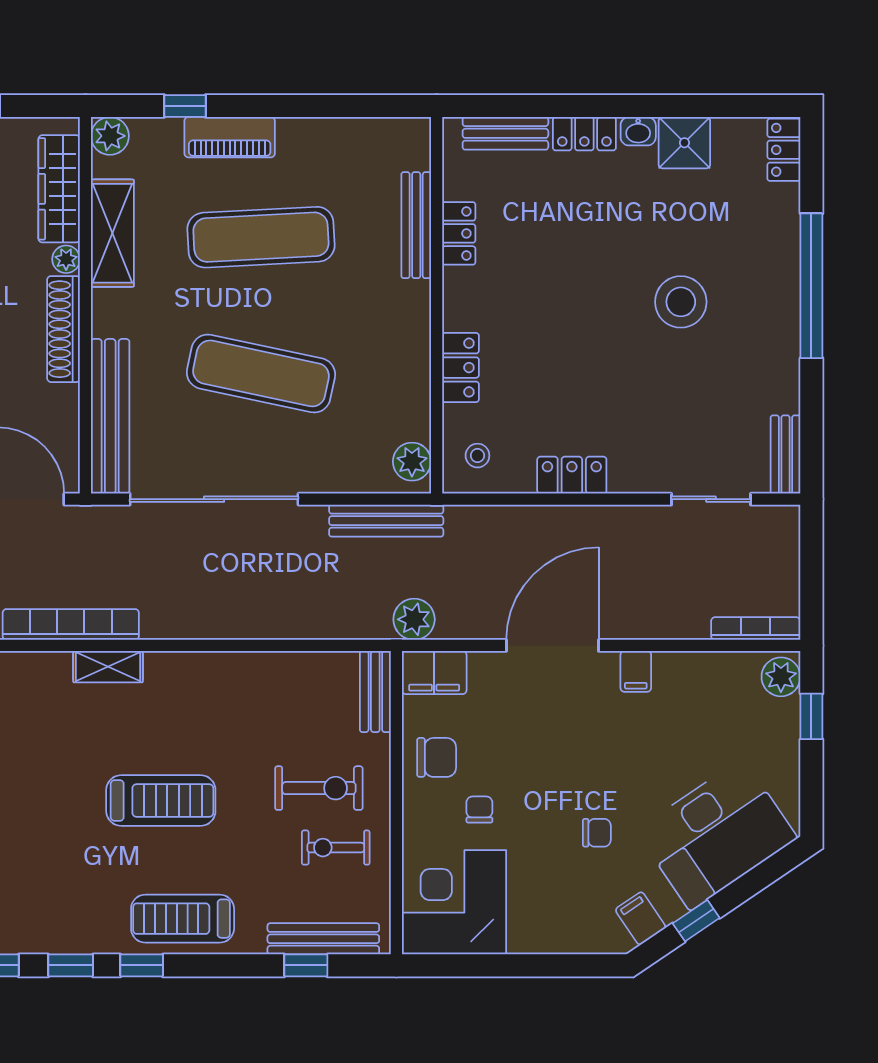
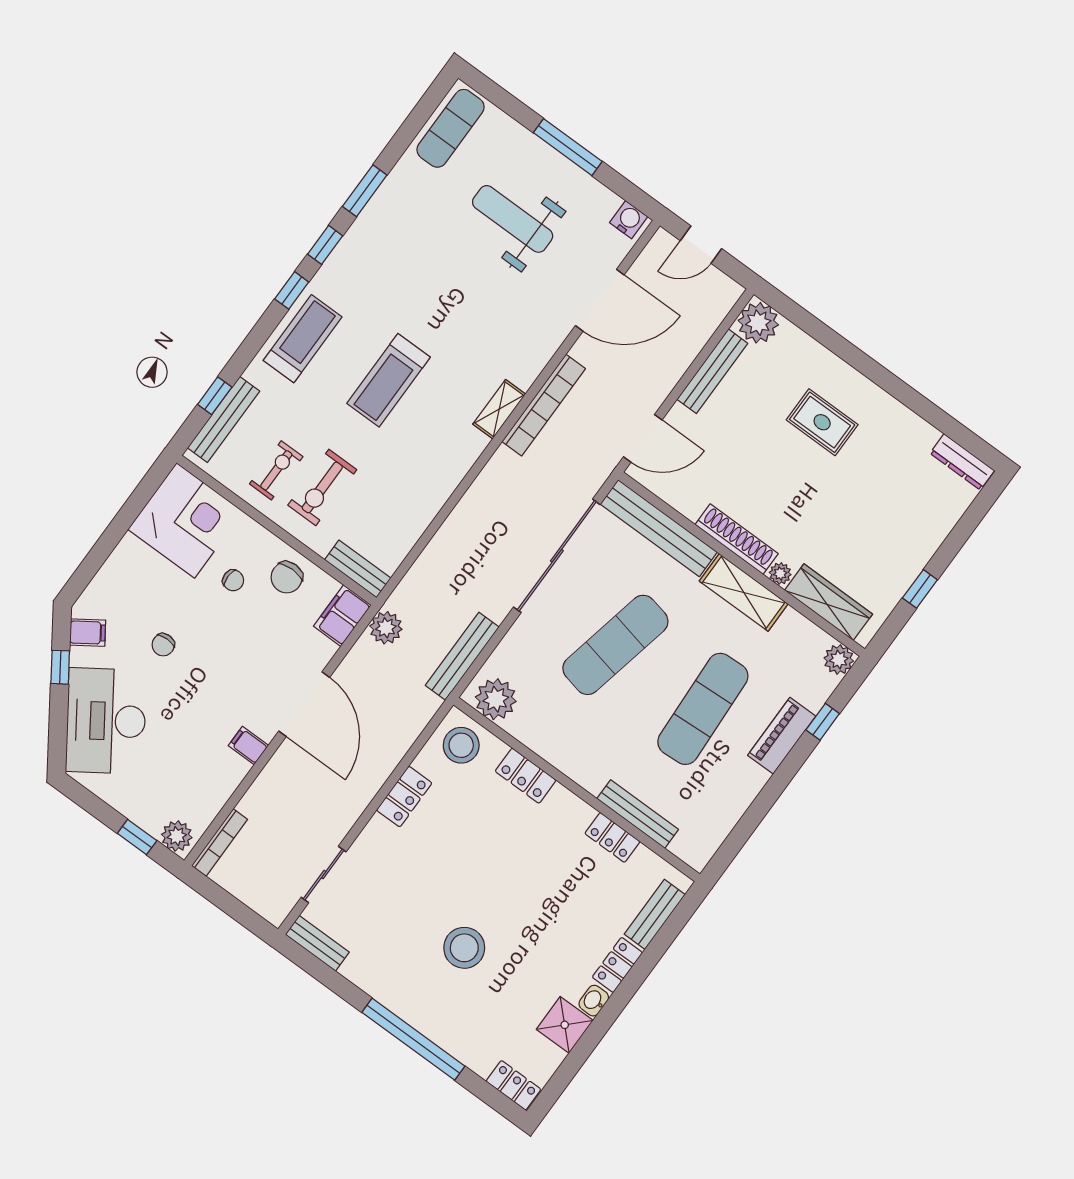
shelving: (112, 233) -> (744, 592), moved
stool: (477, 456) -> (461, 745), width x1.89, depth x1.89
plant: (412, 462) -> (496, 699), width x1.36, depth x1.36

